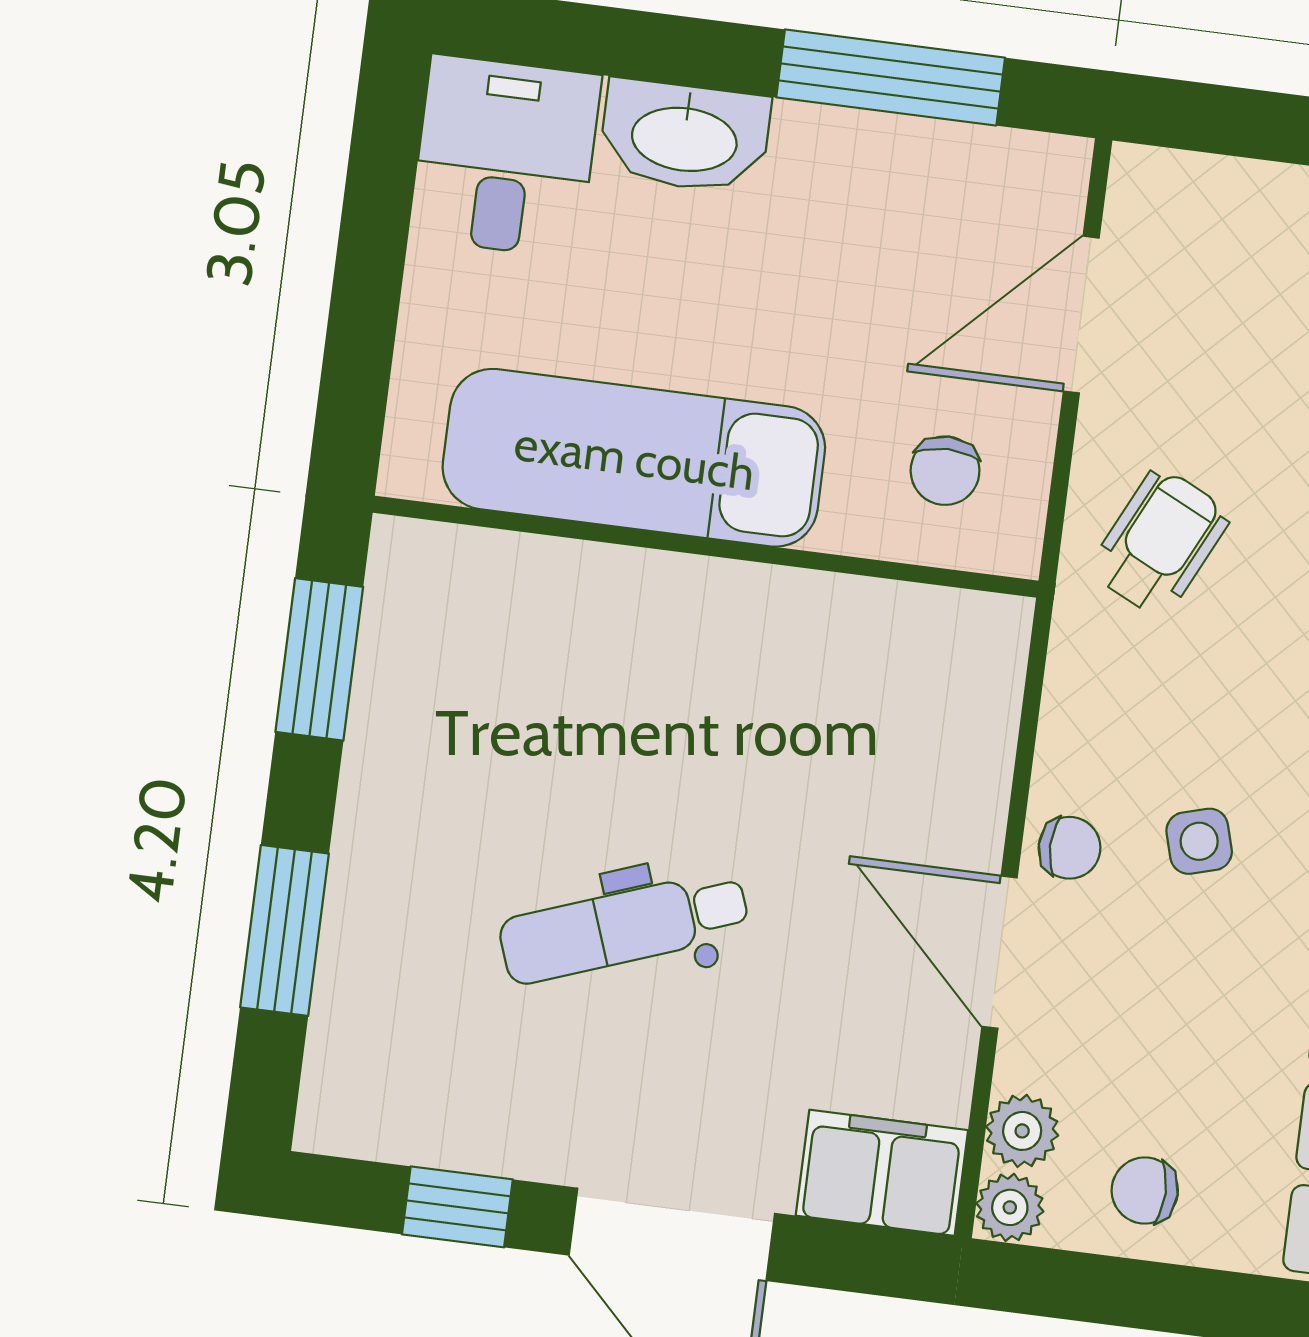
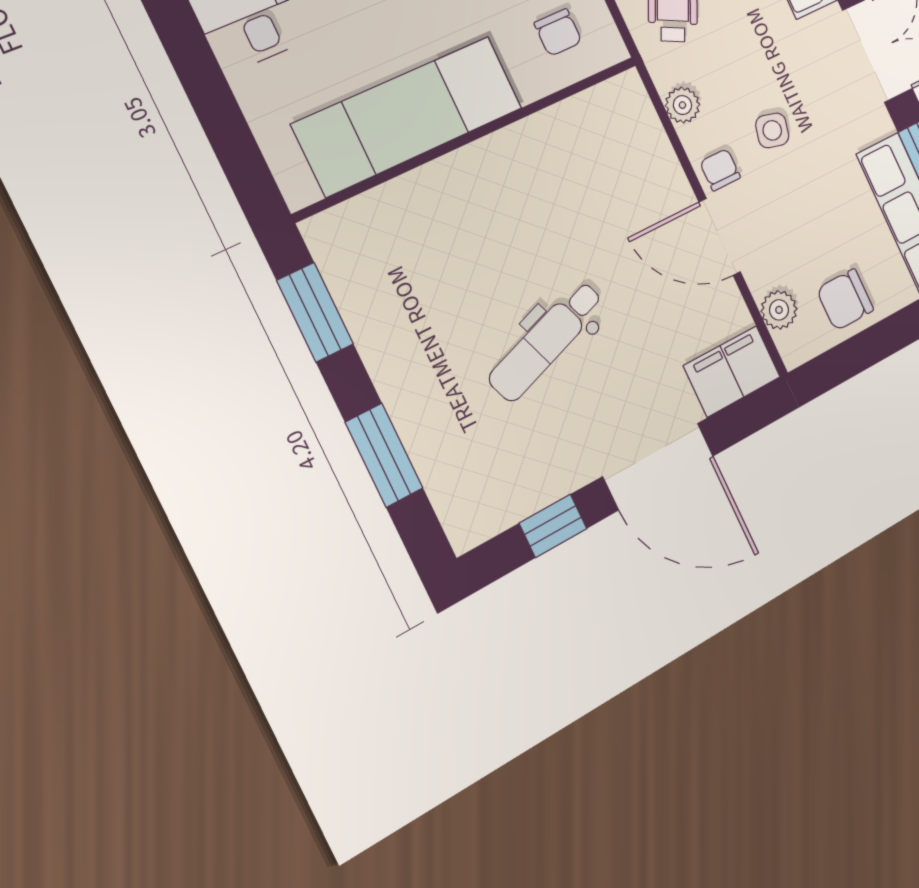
side table: (1199, 841) -> (772, 130), turned 30
chair: (1069, 848) -> (720, 170), turned -90
chair: (1145, 1191) -> (845, 300), width x1.37, depth x1.37
plant: (1010, 1207) -> (682, 105), moved

